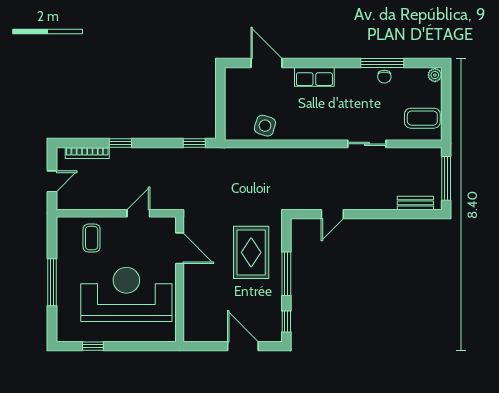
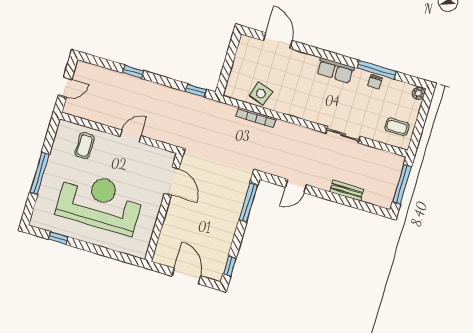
row of seats: (314, 77) -> (335, 70), moved
coffee table: (422, 118) -> (397, 127), width x0.73, depth x0.77
bookcase: (87, 153) -> (256, 117), moved
bench: (415, 203) -> (347, 191), moved
door: (180, 248) -> (172, 181), moved
rug: (251, 252) -> (217, 198), removed
window: (286, 274) -> (248, 202), moved
wall: (180, 279) -> (164, 207), moved

